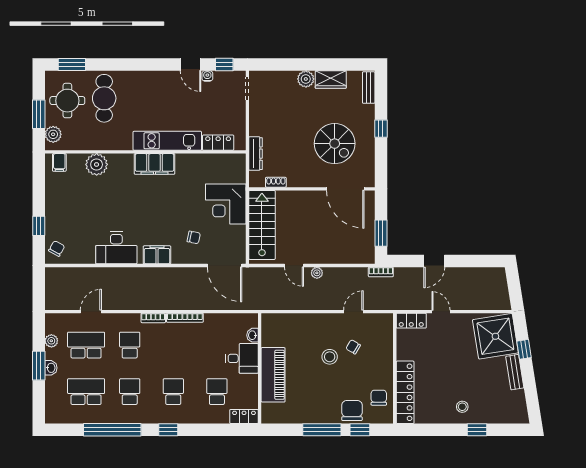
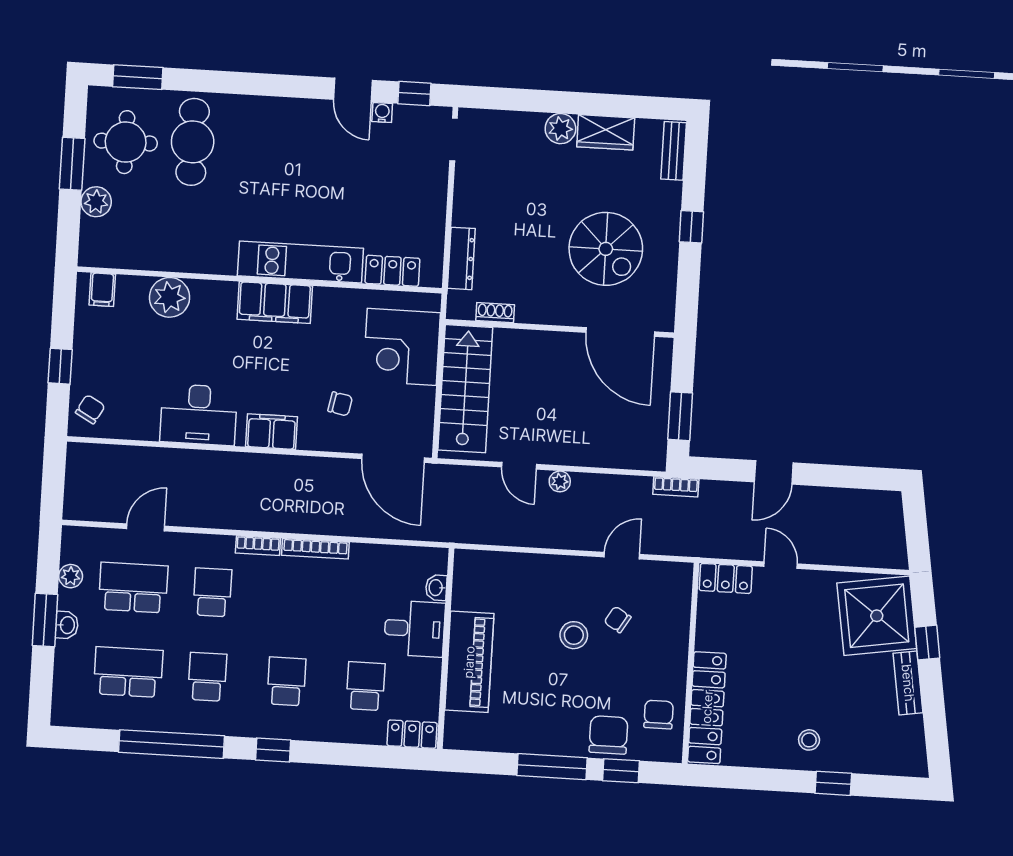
kitchen unit: (167, 141) -> (300, 262), moved
locker: (218, 143) -> (392, 271), moved
wall: (145, 152) -> (259, 280), moved
filing cabinet: (59, 162) -> (102, 290), moved
plant: (97, 164) -> (170, 297), moved
filing cabinet: (155, 164) -> (275, 303), moved

